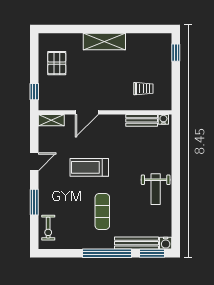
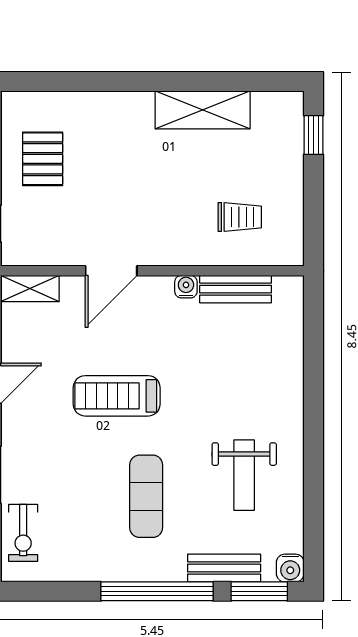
shelving: (104, 42) -> (203, 110), moved
water cooler: (163, 119) -> (186, 287), moved
weight bench: (156, 189) -> (244, 475), moved
bench: (137, 243) -> (224, 568), width x0.73

